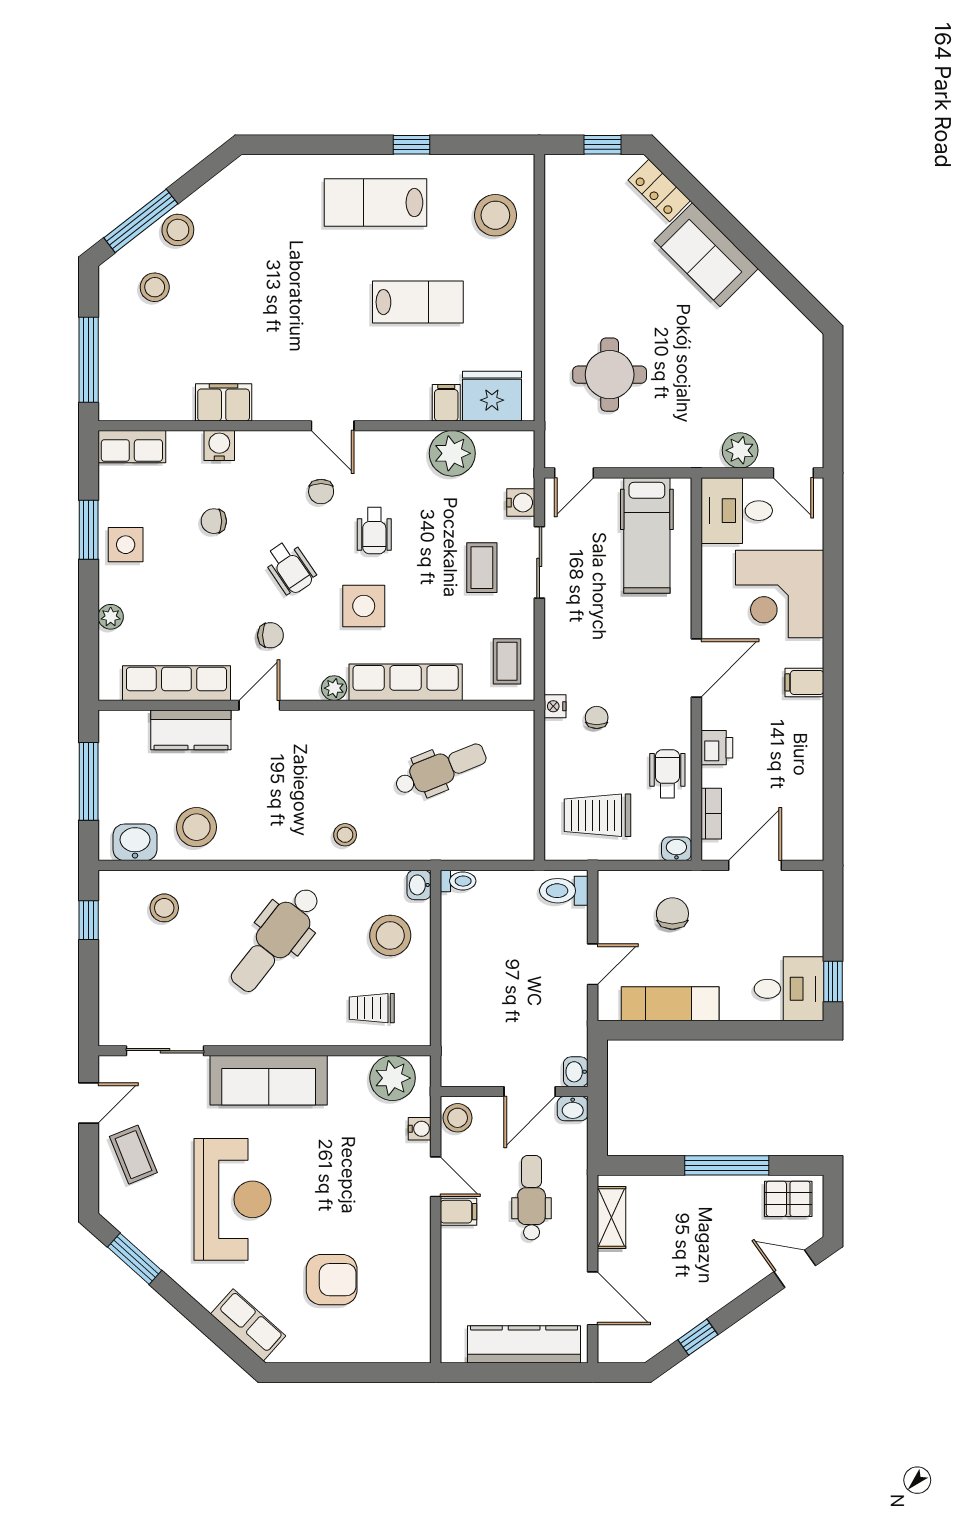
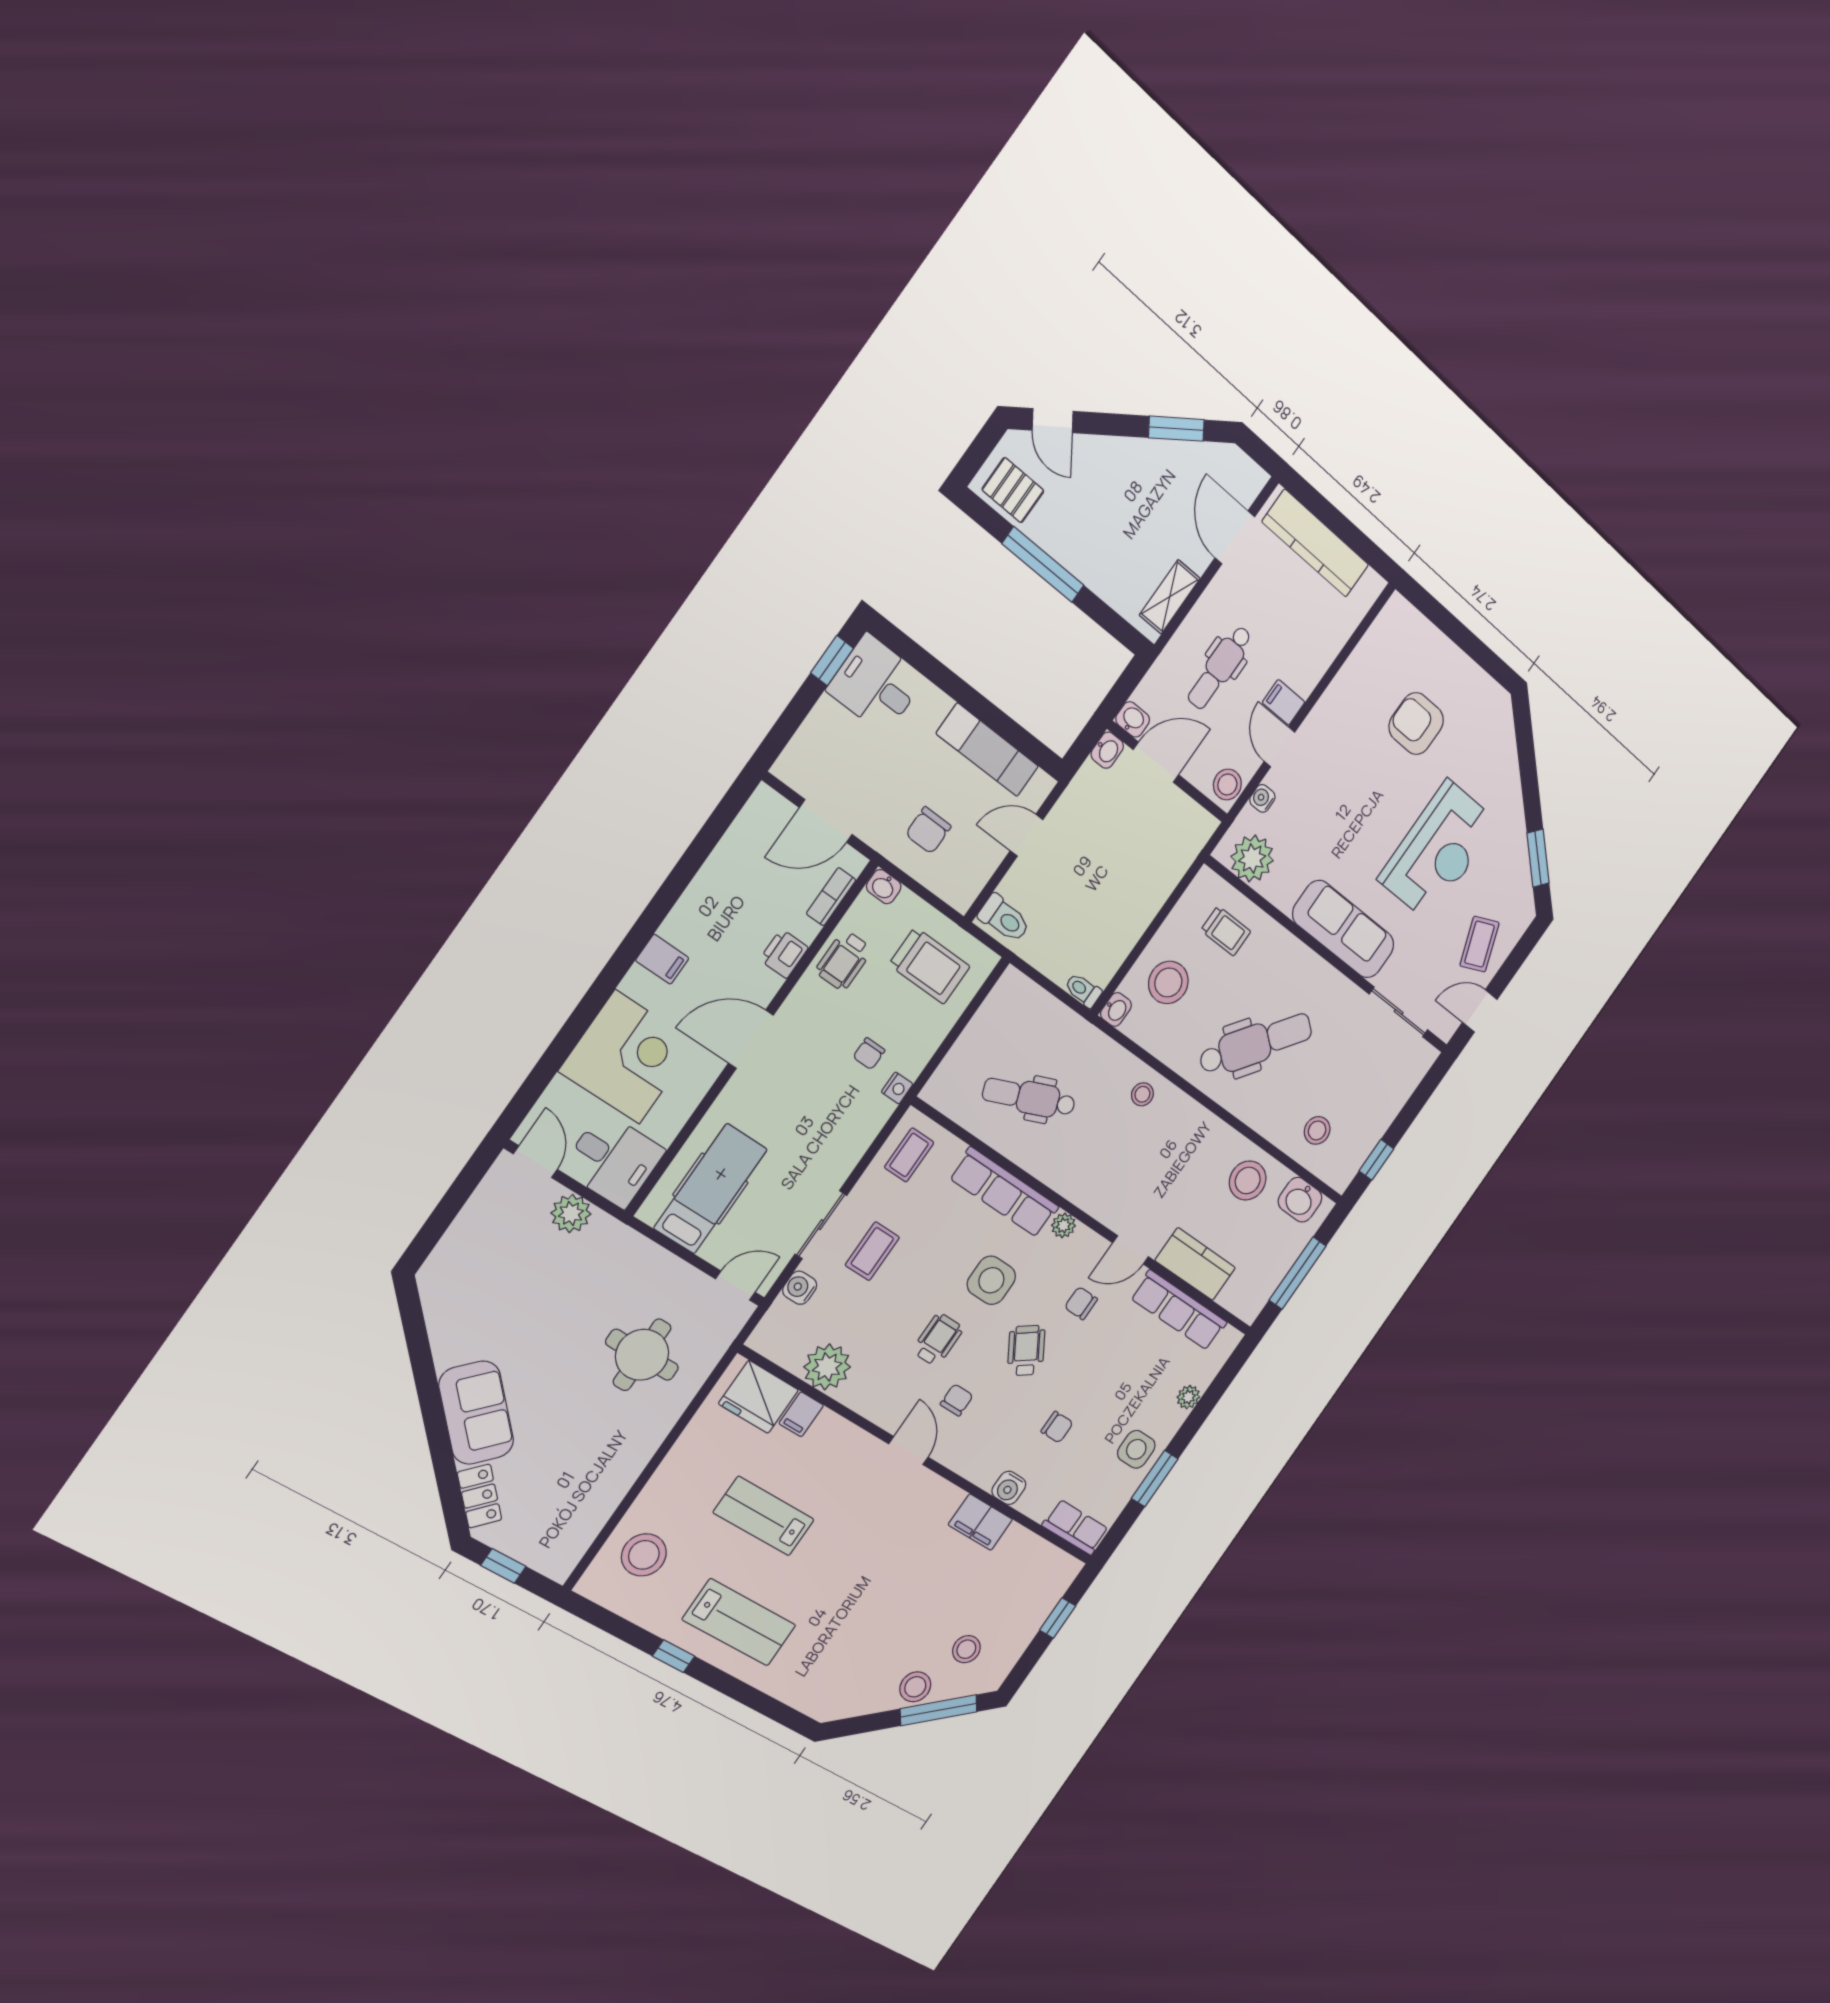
window: (89, 360) -> (1058, 1618), width x0.46
reception desk: (232, 1199) -> (1438, 851), turned 180
row of seats: (248, 1325) -> (1500, 736), removed
window: (698, 1337) -> (1176, 429), width x1.50

